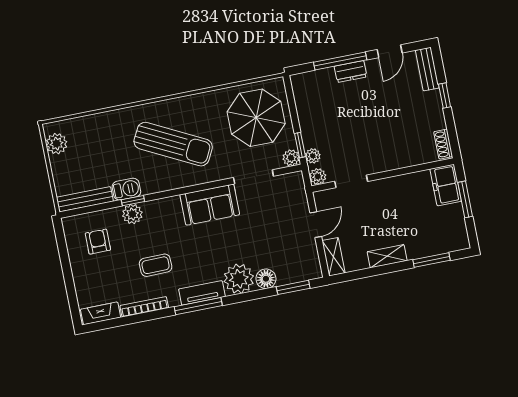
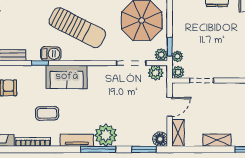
barbecue: (126, 189) -> (51, 54), moved
sofa: (210, 205) -> (67, 77), moved
plant: (132, 214) -> (156, 73), moved
floor lamp: (266, 279) -> (160, 139), moved
window: (198, 306) -> (98, 149), moved

